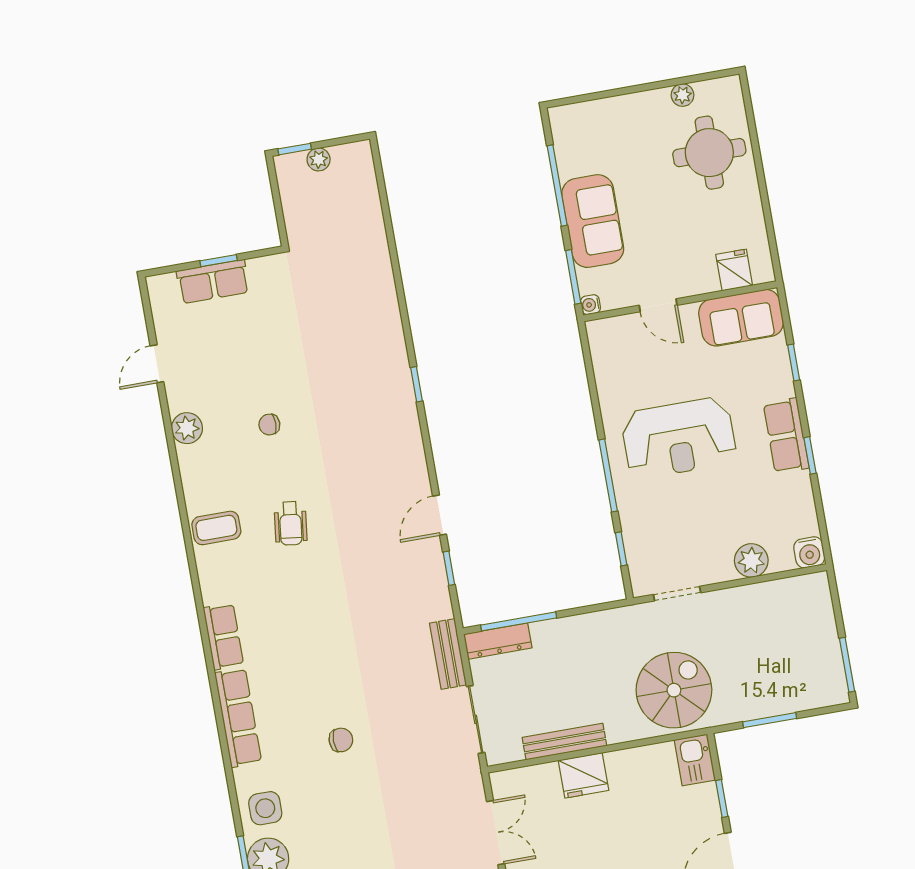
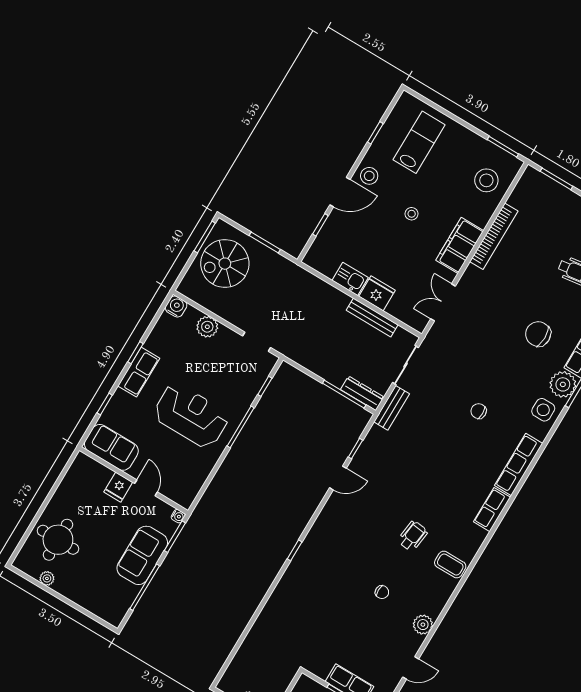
fridge: (734, 270) -> (118, 487), moved
spiral stairs: (674, 690) -> (225, 264), moved
kitchen sink: (695, 760) -> (350, 279), moved, turned -90

